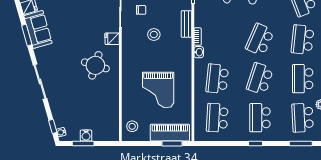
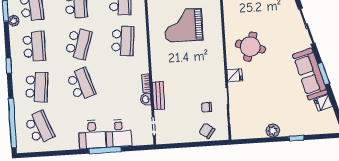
sofa: (38, 29) -> (310, 74), width x1.36
stool: (154, 34) -> (192, 82), removed
school desk: (260, 40) -> (81, 84), turned -42
washbasin: (199, 52) -> (146, 99), moved
grand piano: (158, 90) -> (184, 25), turned -90

